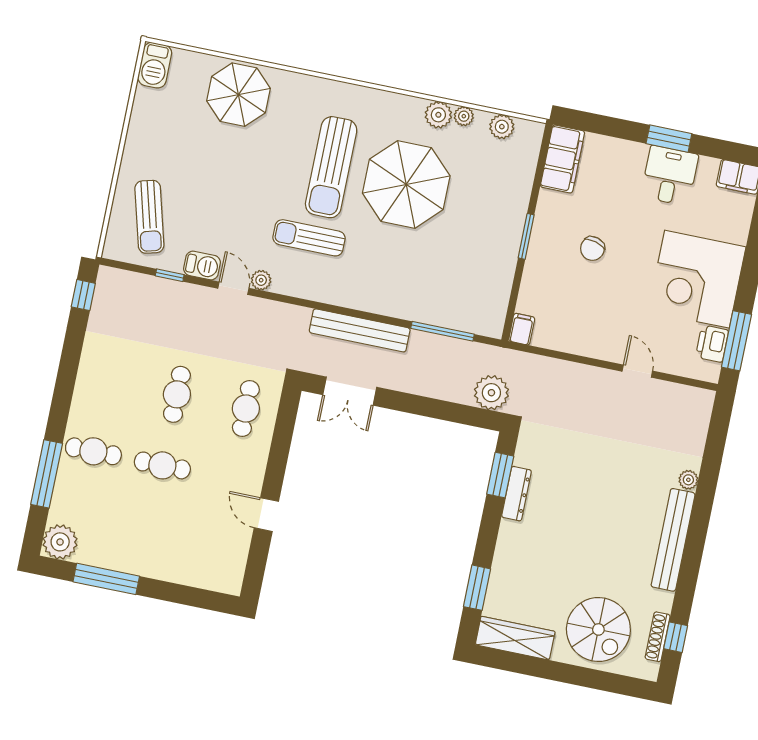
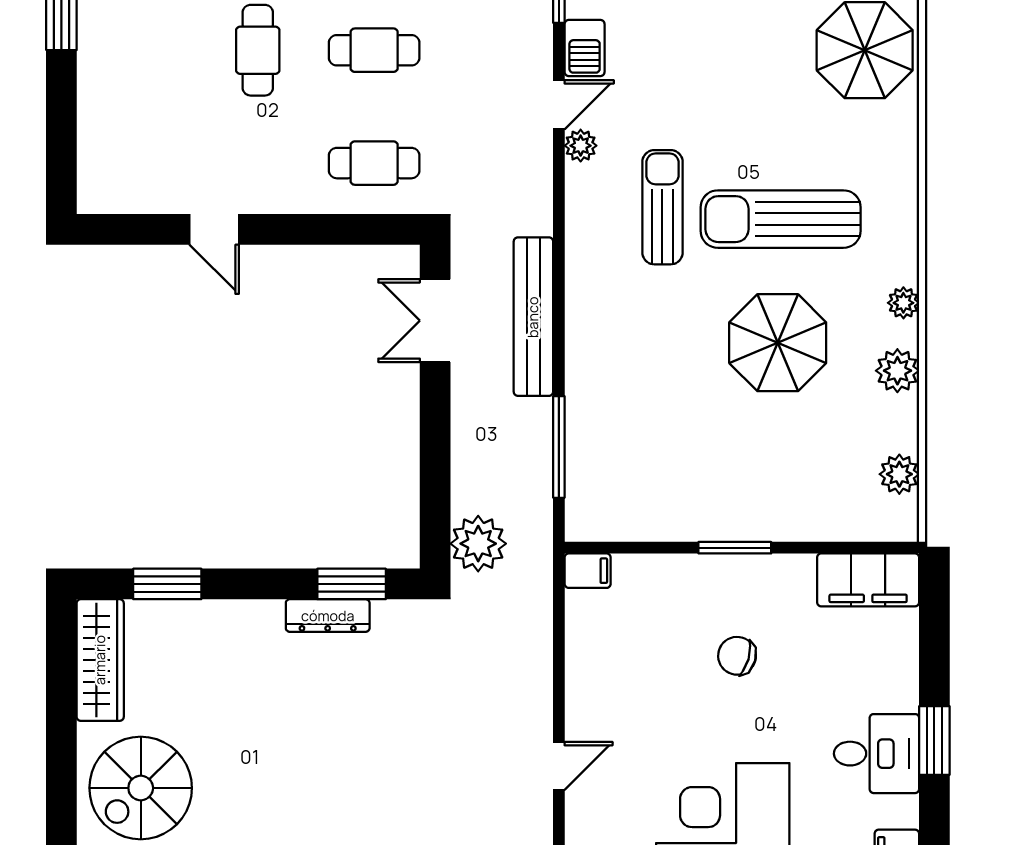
plant: (464, 116) -> (903, 303), moved
parasol: (406, 184) -> (778, 343), width x0.73, depth x0.73
door: (266, 515) -> (214, 229), swing flipped

